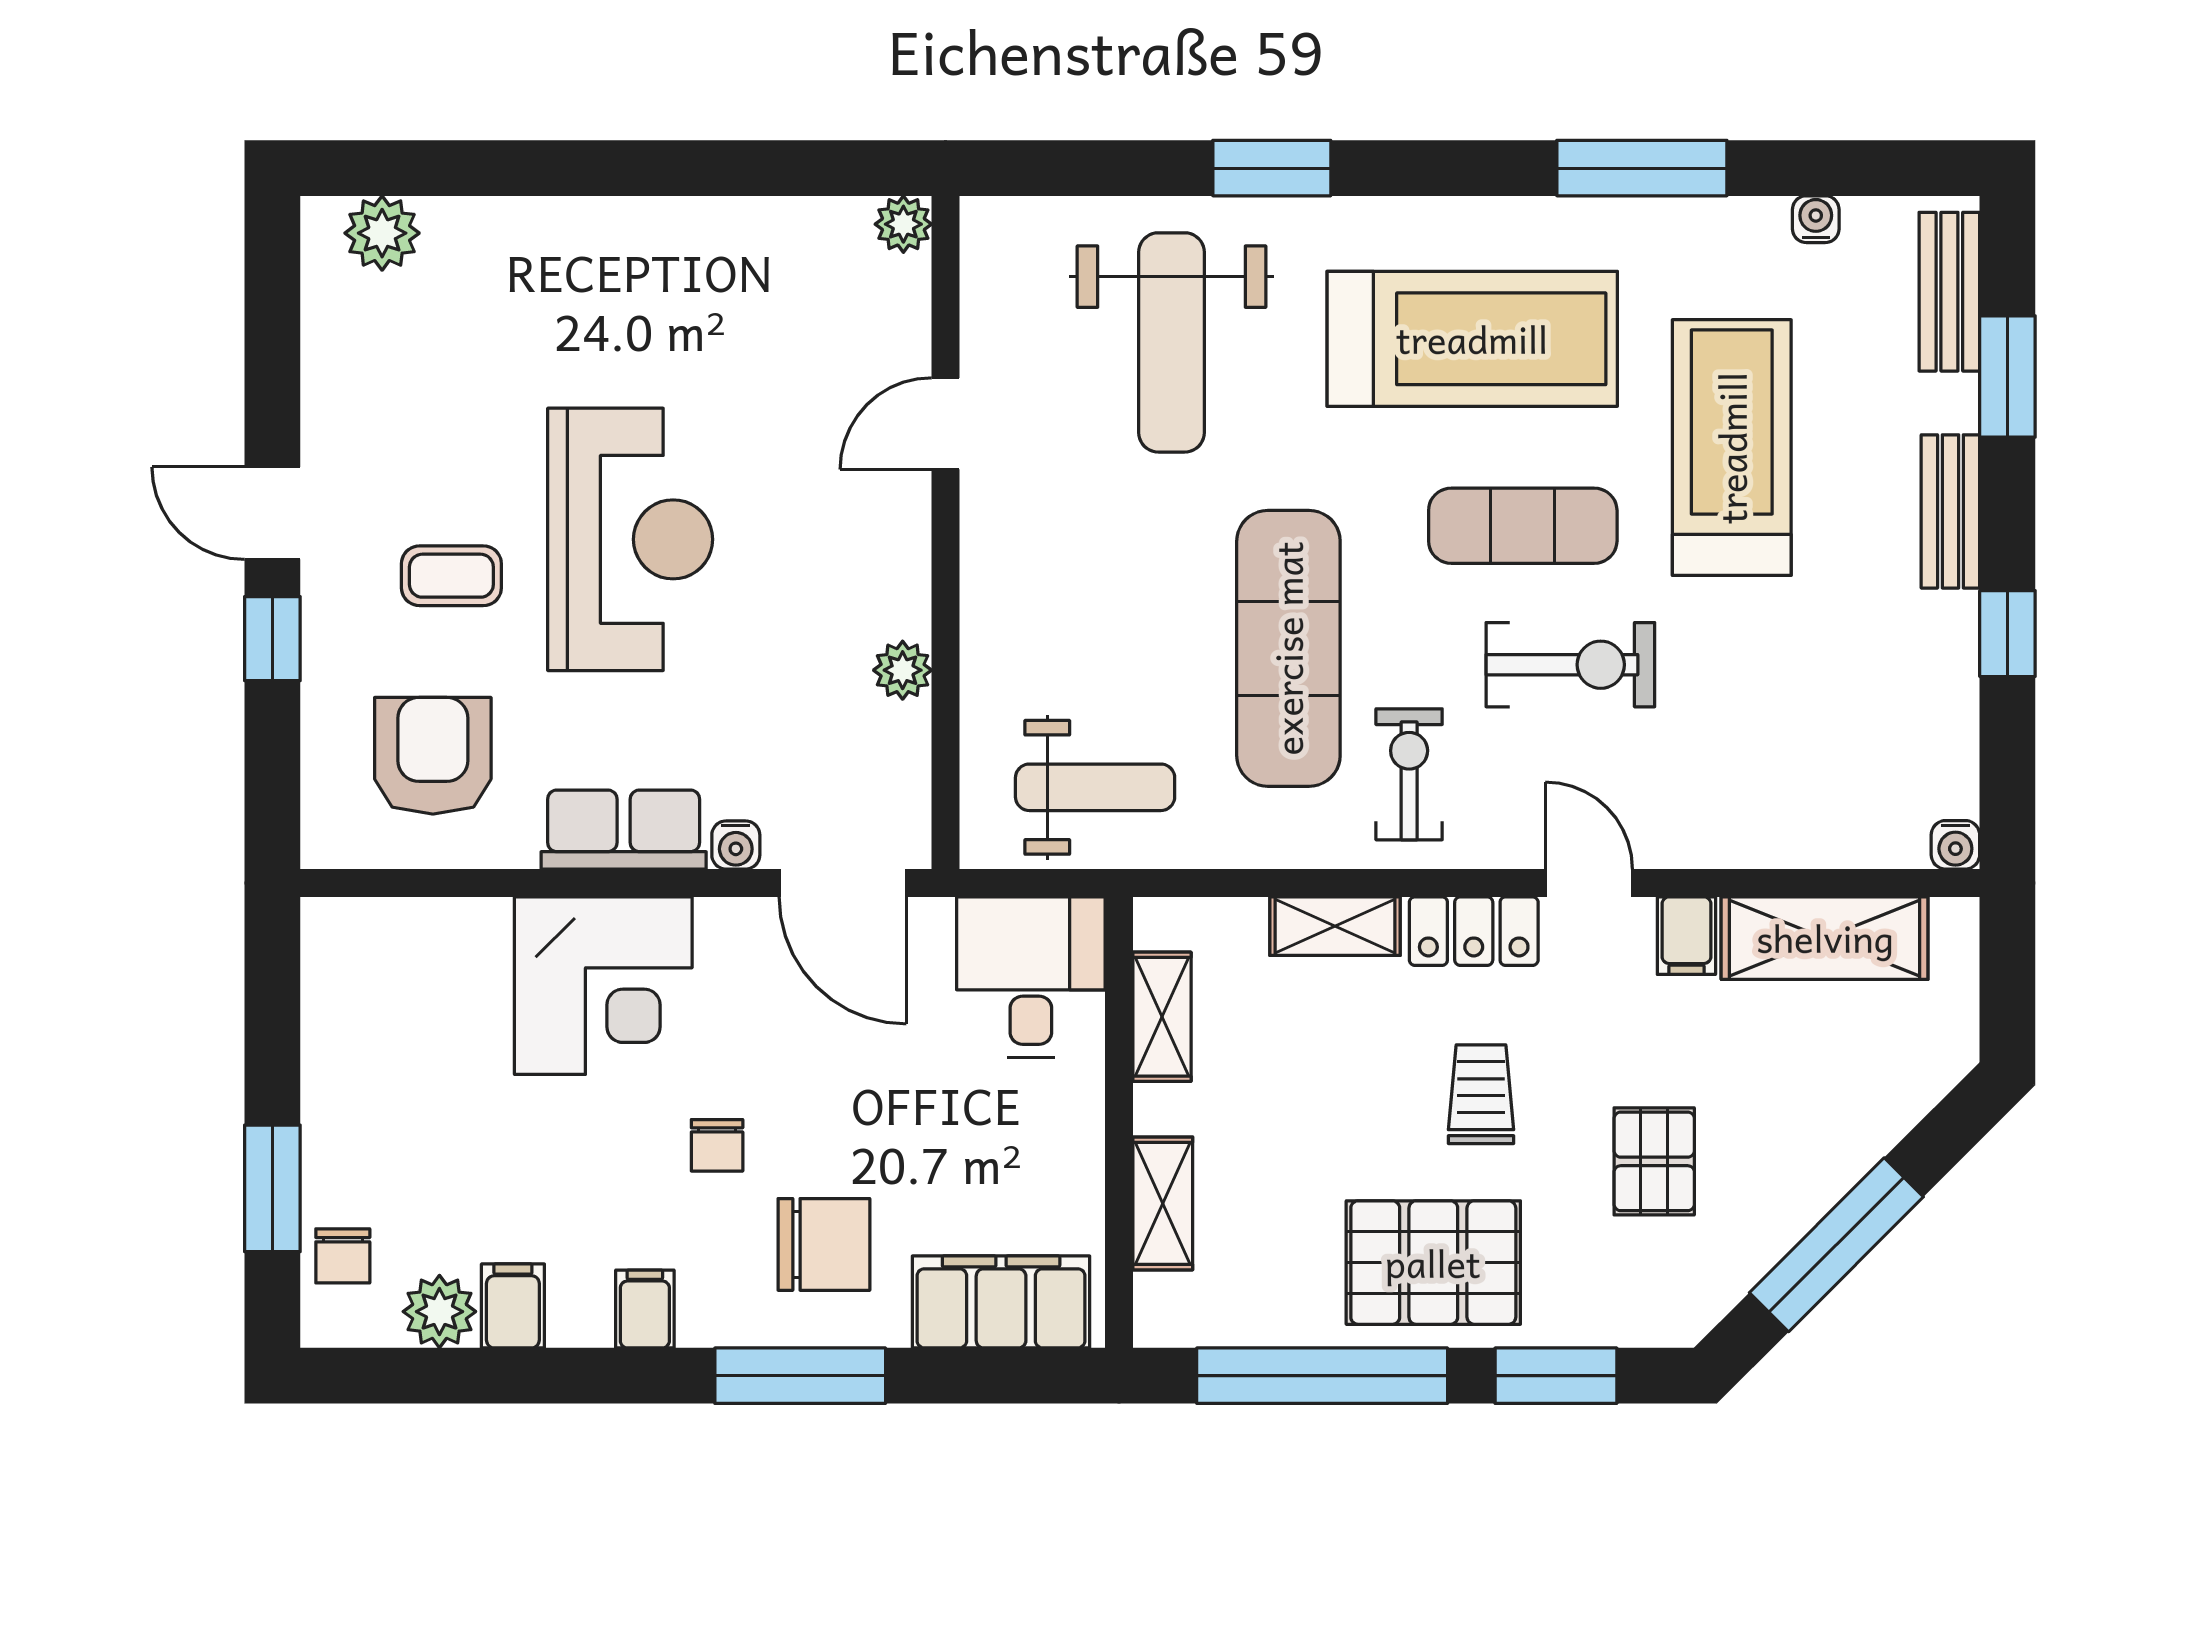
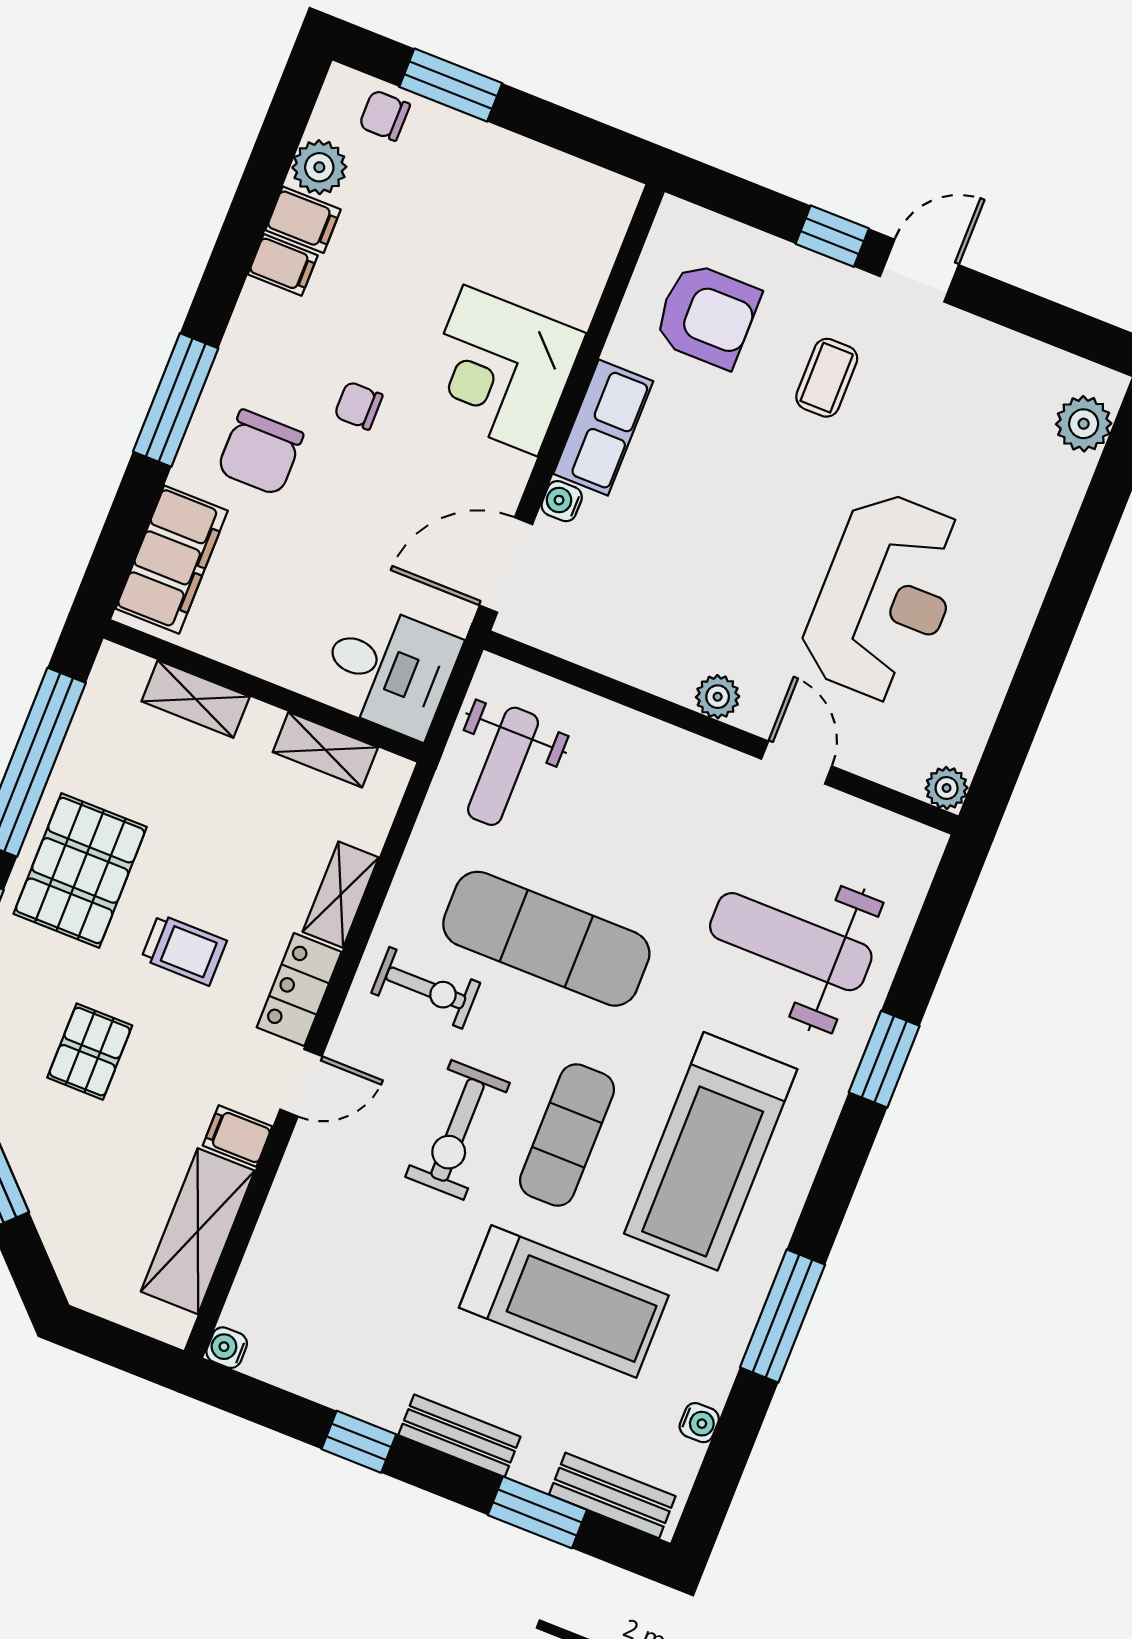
reception desk: (630, 539) -> (885, 597), moved, turned -90
plant: (903, 670) -> (718, 697), moved
pallet: (1654, 1161) -> (90, 1052), turned 90
filing cabinet: (645, 1309) -> (283, 265), moved

